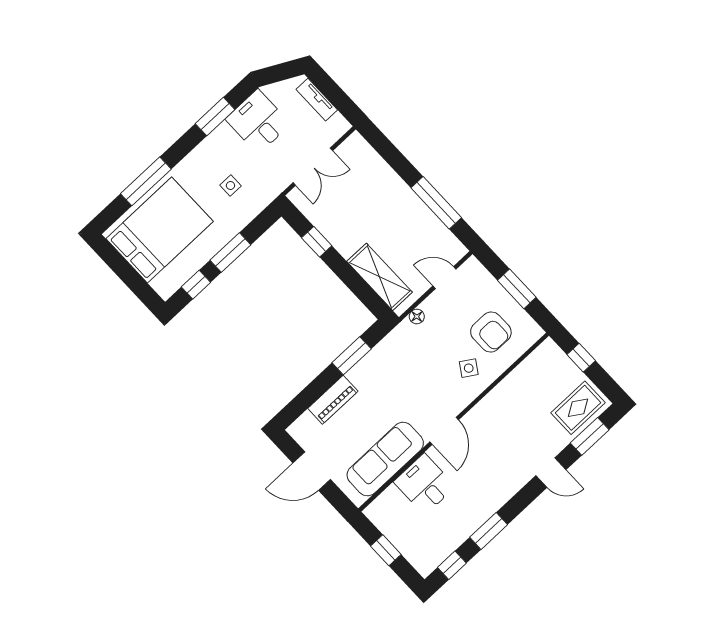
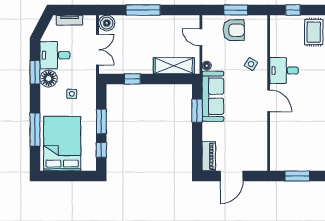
floor lamp: (223, 140) -> (49, 79), added
boiler: (355, 148) -> (107, 23), added
window: (436, 203) -> (143, 10), moved
door: (444, 278) -> (201, 37), hinge flipped
armchair: (491, 332) -> (234, 30), moved
piano: (333, 400) -> (209, 156), moved
sofa: (385, 459) -> (213, 96), moved, turned 180
desk: (425, 484) -> (284, 71), moved
window: (386, 550) -> (297, 176), width x1.50

